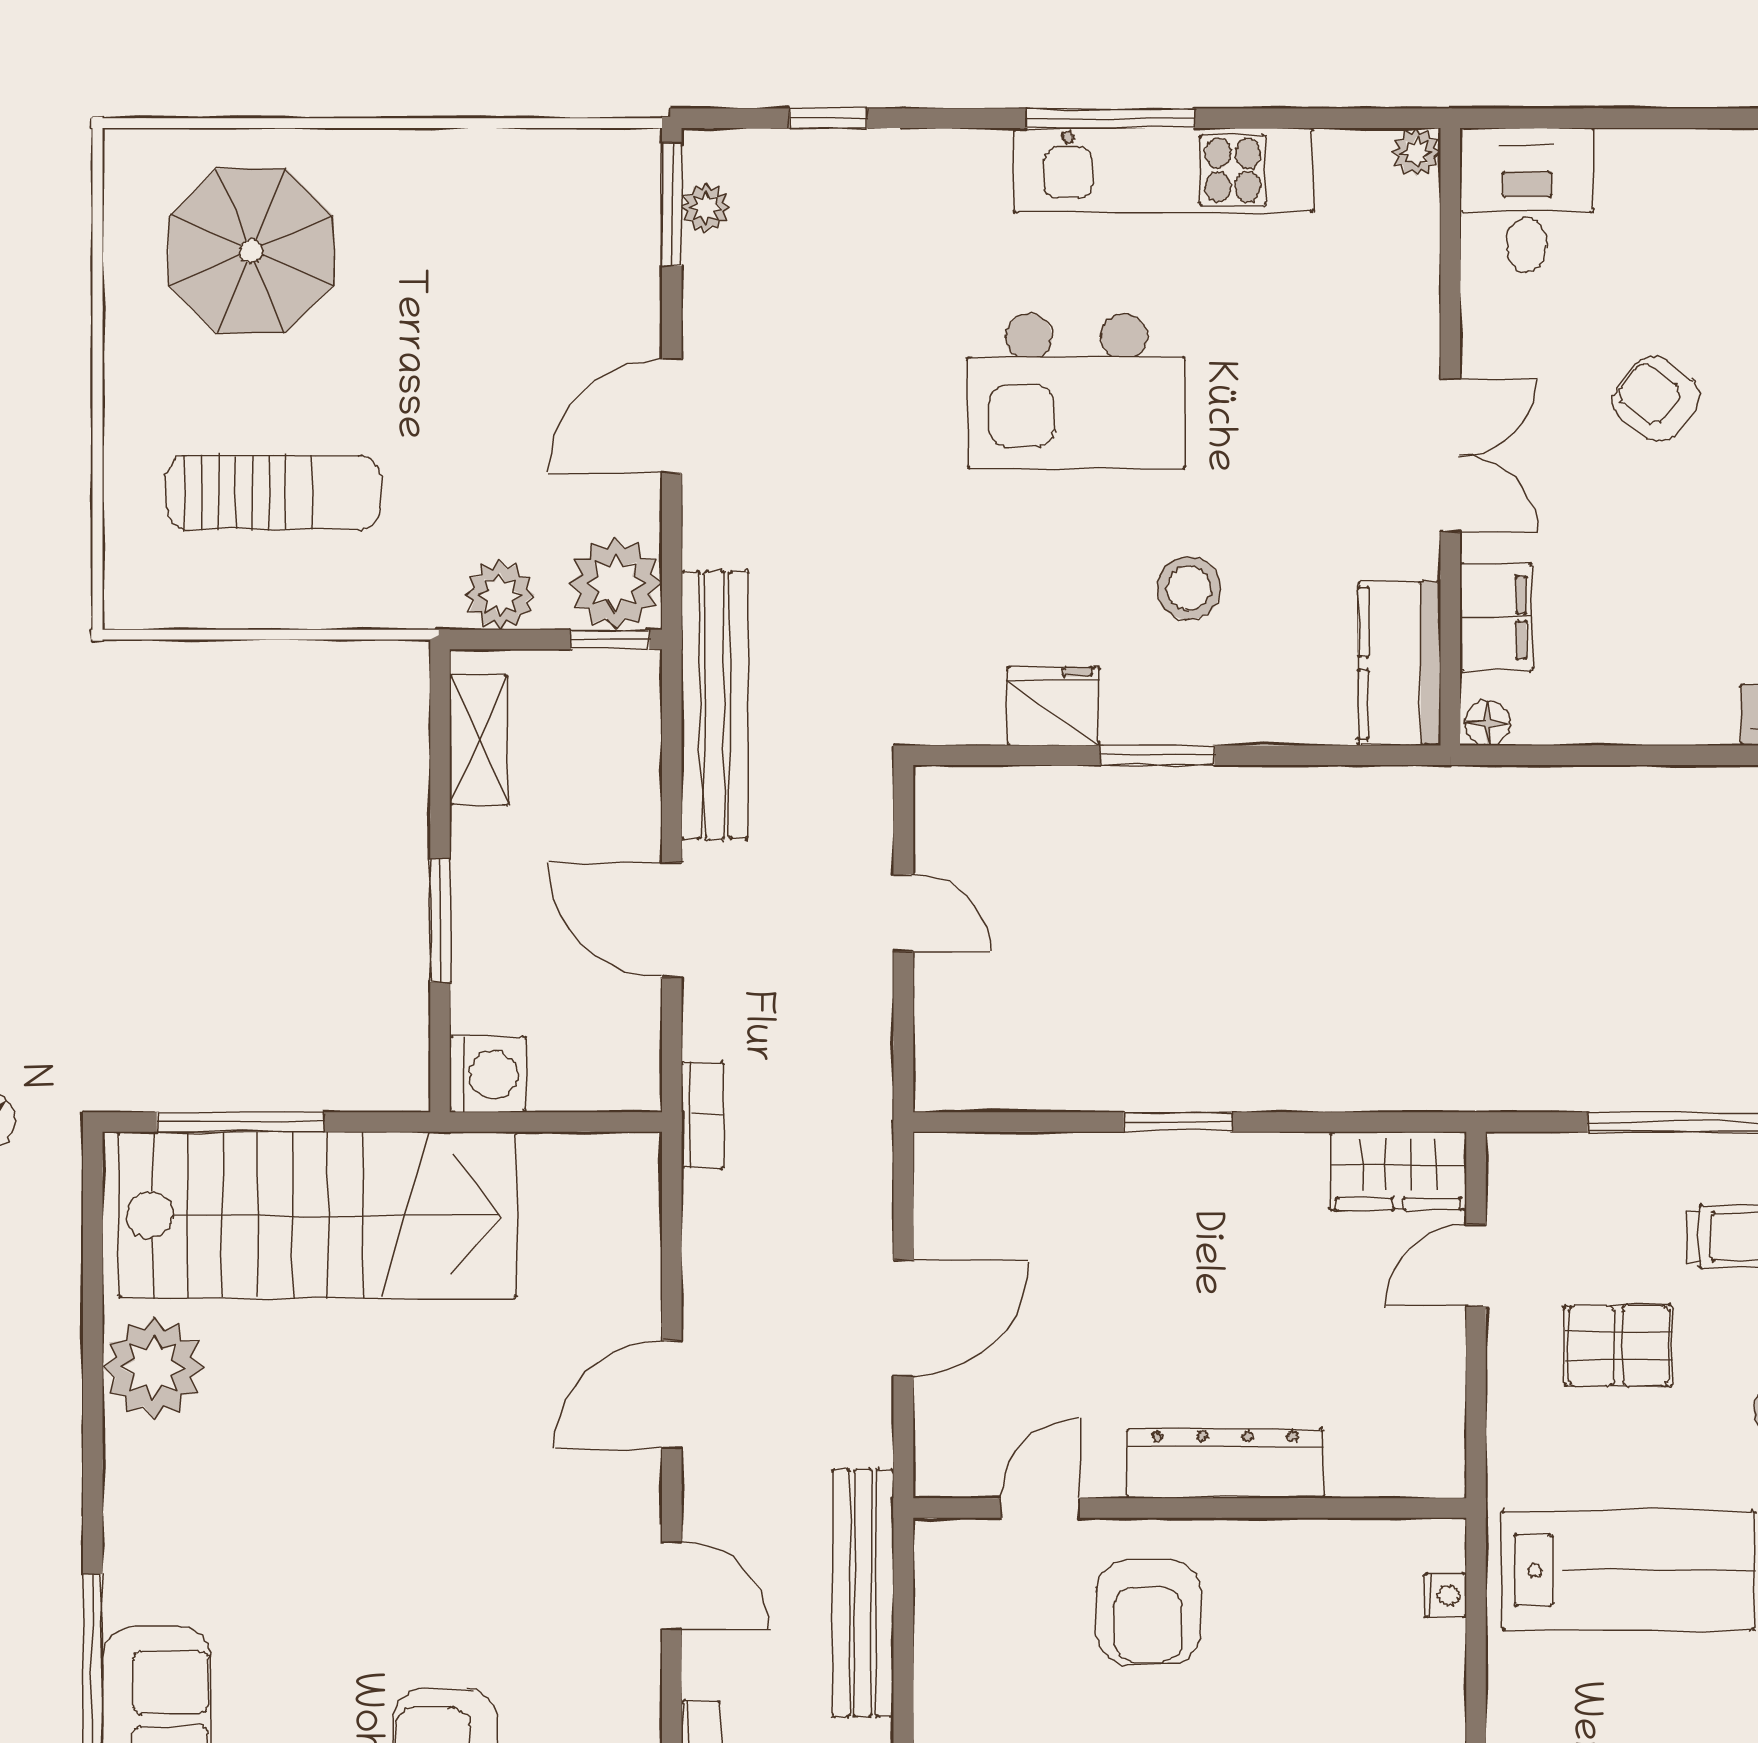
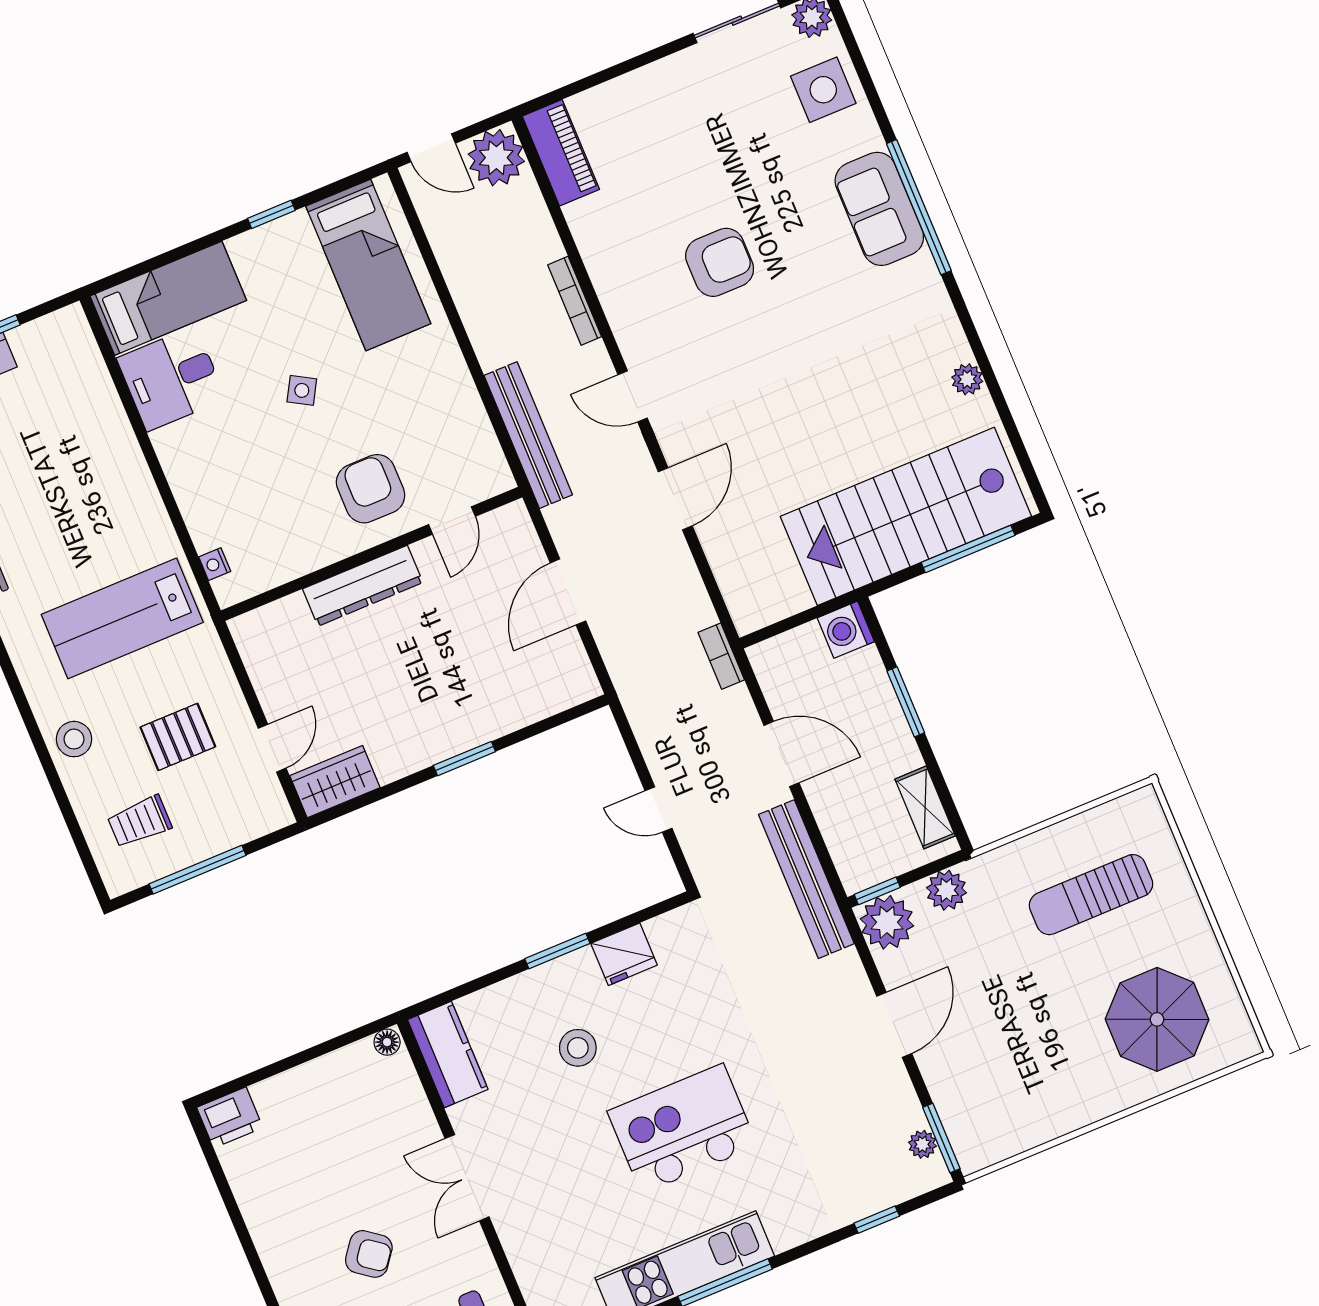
filing cabinet: (1496, 617) -> (406, 1101), removed
plant: (153, 1368) -> (967, 379), width x0.53, depth x0.53

